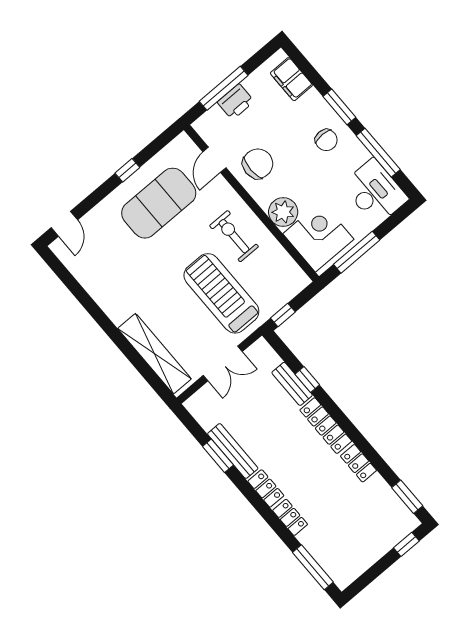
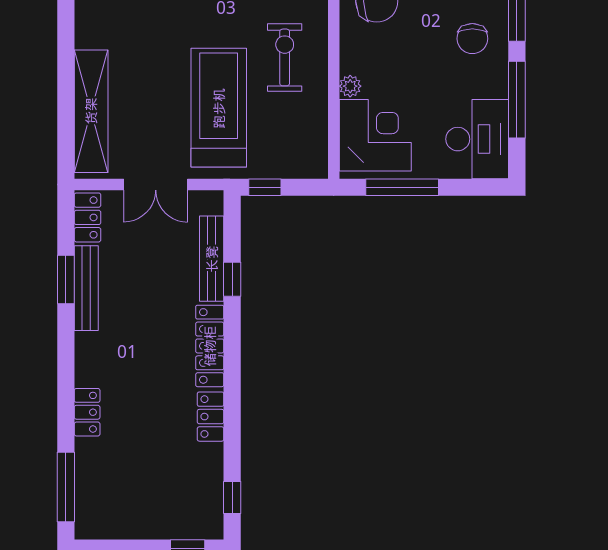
plant: (283, 212) -> (350, 86), width x0.53, depth x0.53
bench: (292, 384) -> (212, 259), width x1.36
locker: (266, 488) -> (87, 217), moved
window: (407, 497) -> (232, 497), width x0.67

